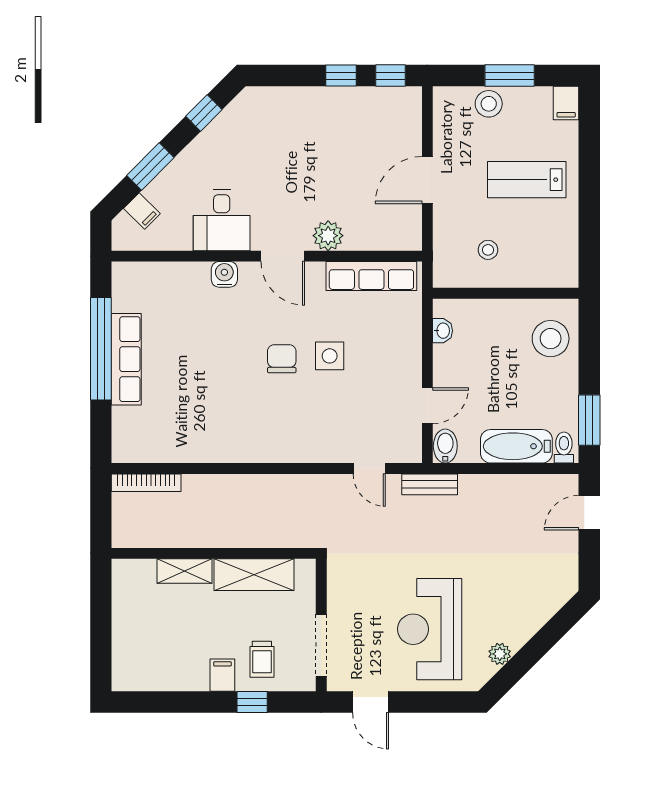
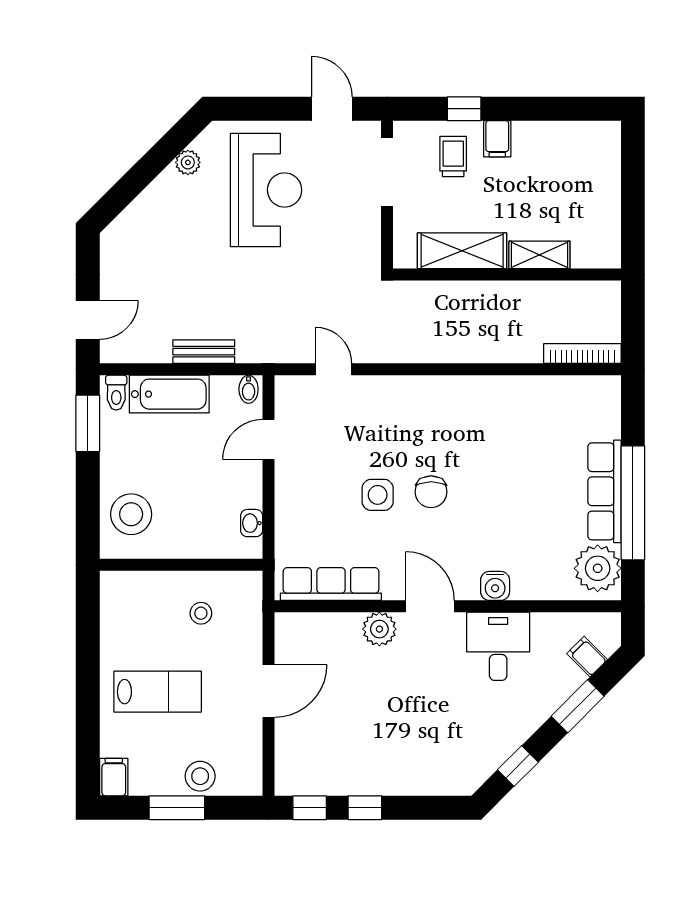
plant: (132, 290) -> (598, 568), added
bidet: (445, 446) -> (249, 389), width x0.72, depth x0.74
bench: (430, 484) -> (204, 352), moved

